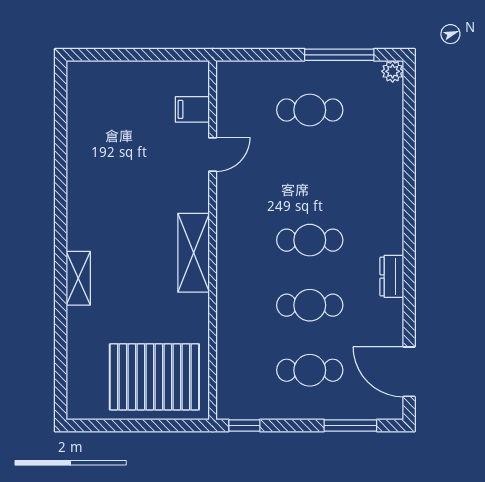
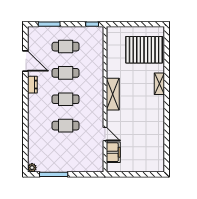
filing cabinet: (192, 109) -> (113, 152), width x2.00
cafe table: (310, 110) -> (66, 126), moved
door: (213, 154) -> (105, 134), swing flipped
door: (409, 372) -> (25, 61), moved
pallet: (154, 377) -> (144, 50), moved

